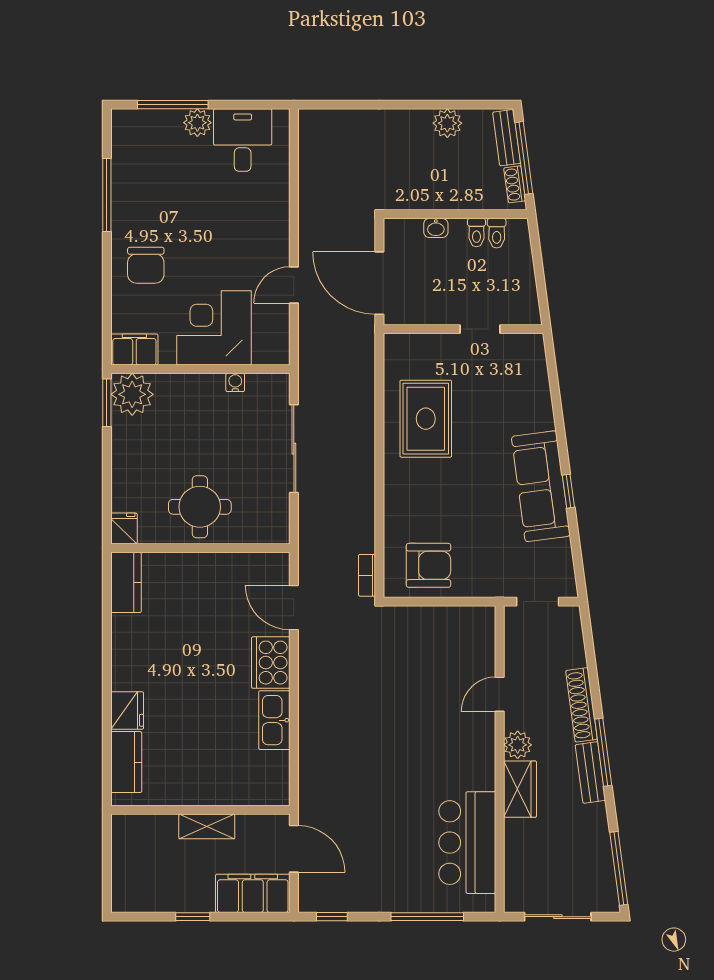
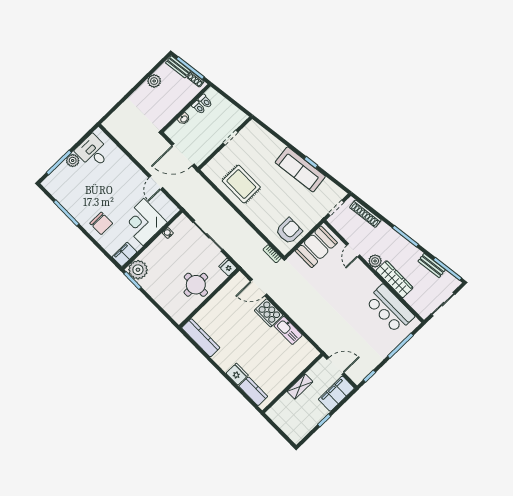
fridge: (124, 529) -> (228, 267), moved
kitchen counter: (126, 582) -> (201, 338), width x1.50
booth: (447, 632) -> (316, 247), added
shoe rack: (582, 705) -> (365, 214), moved
bench: (590, 772) -> (432, 265), moved
wardrobe: (520, 789) -> (395, 279), width x1.50

